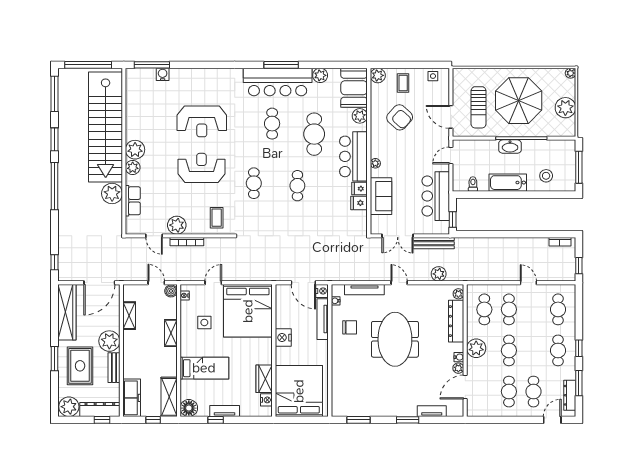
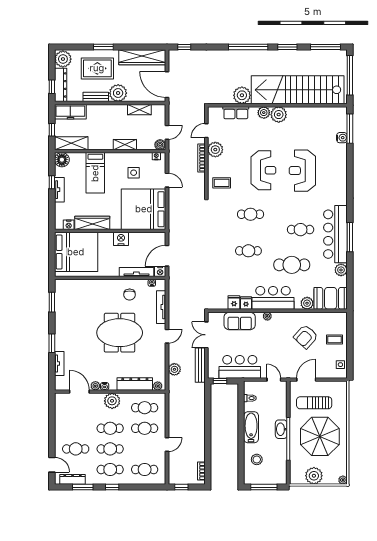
plant: (378, 75) -> (341, 318), removed
wardrobe: (264, 379) -> (92, 223), width x1.50
cafe table: (509, 392) -> (110, 449), moved

